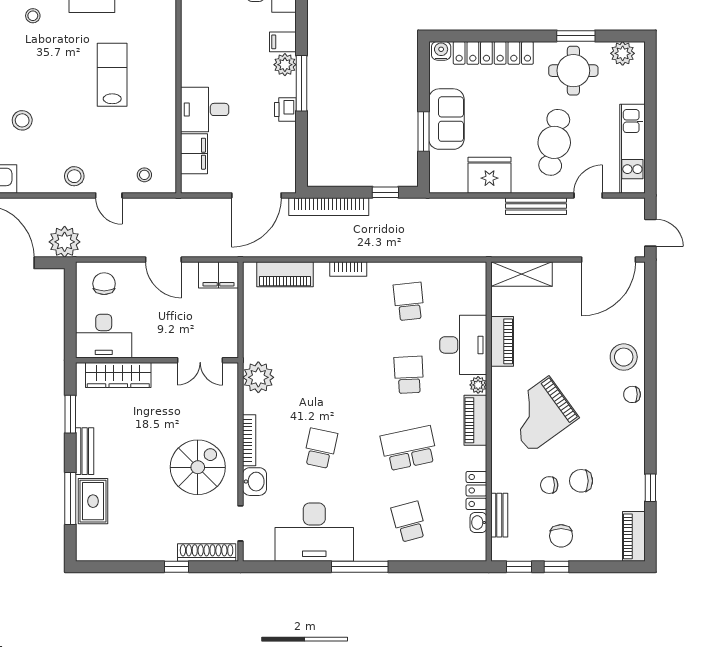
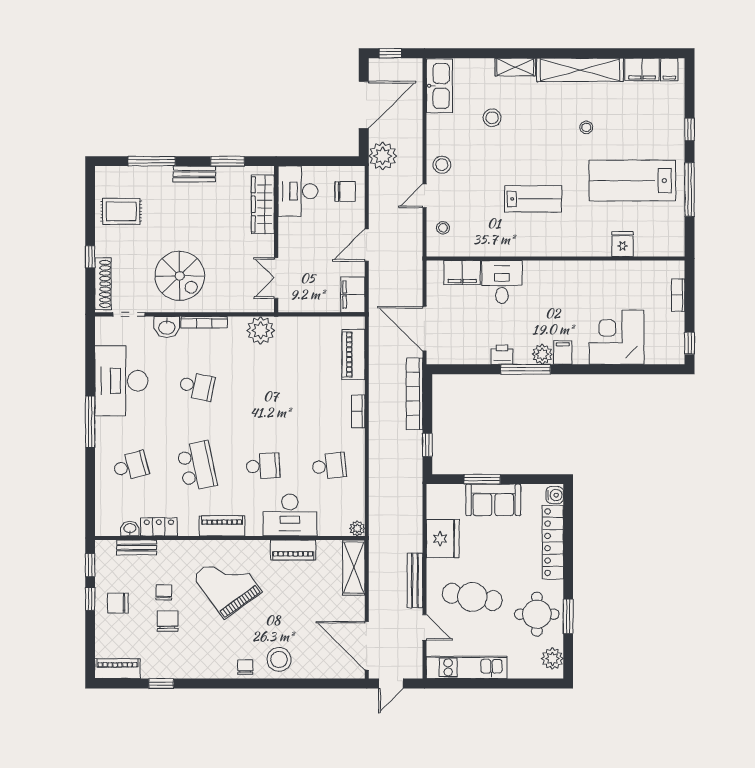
plant: (478, 385) -> (357, 528), moved
rug: (93, 501) -> (121, 211), moved

